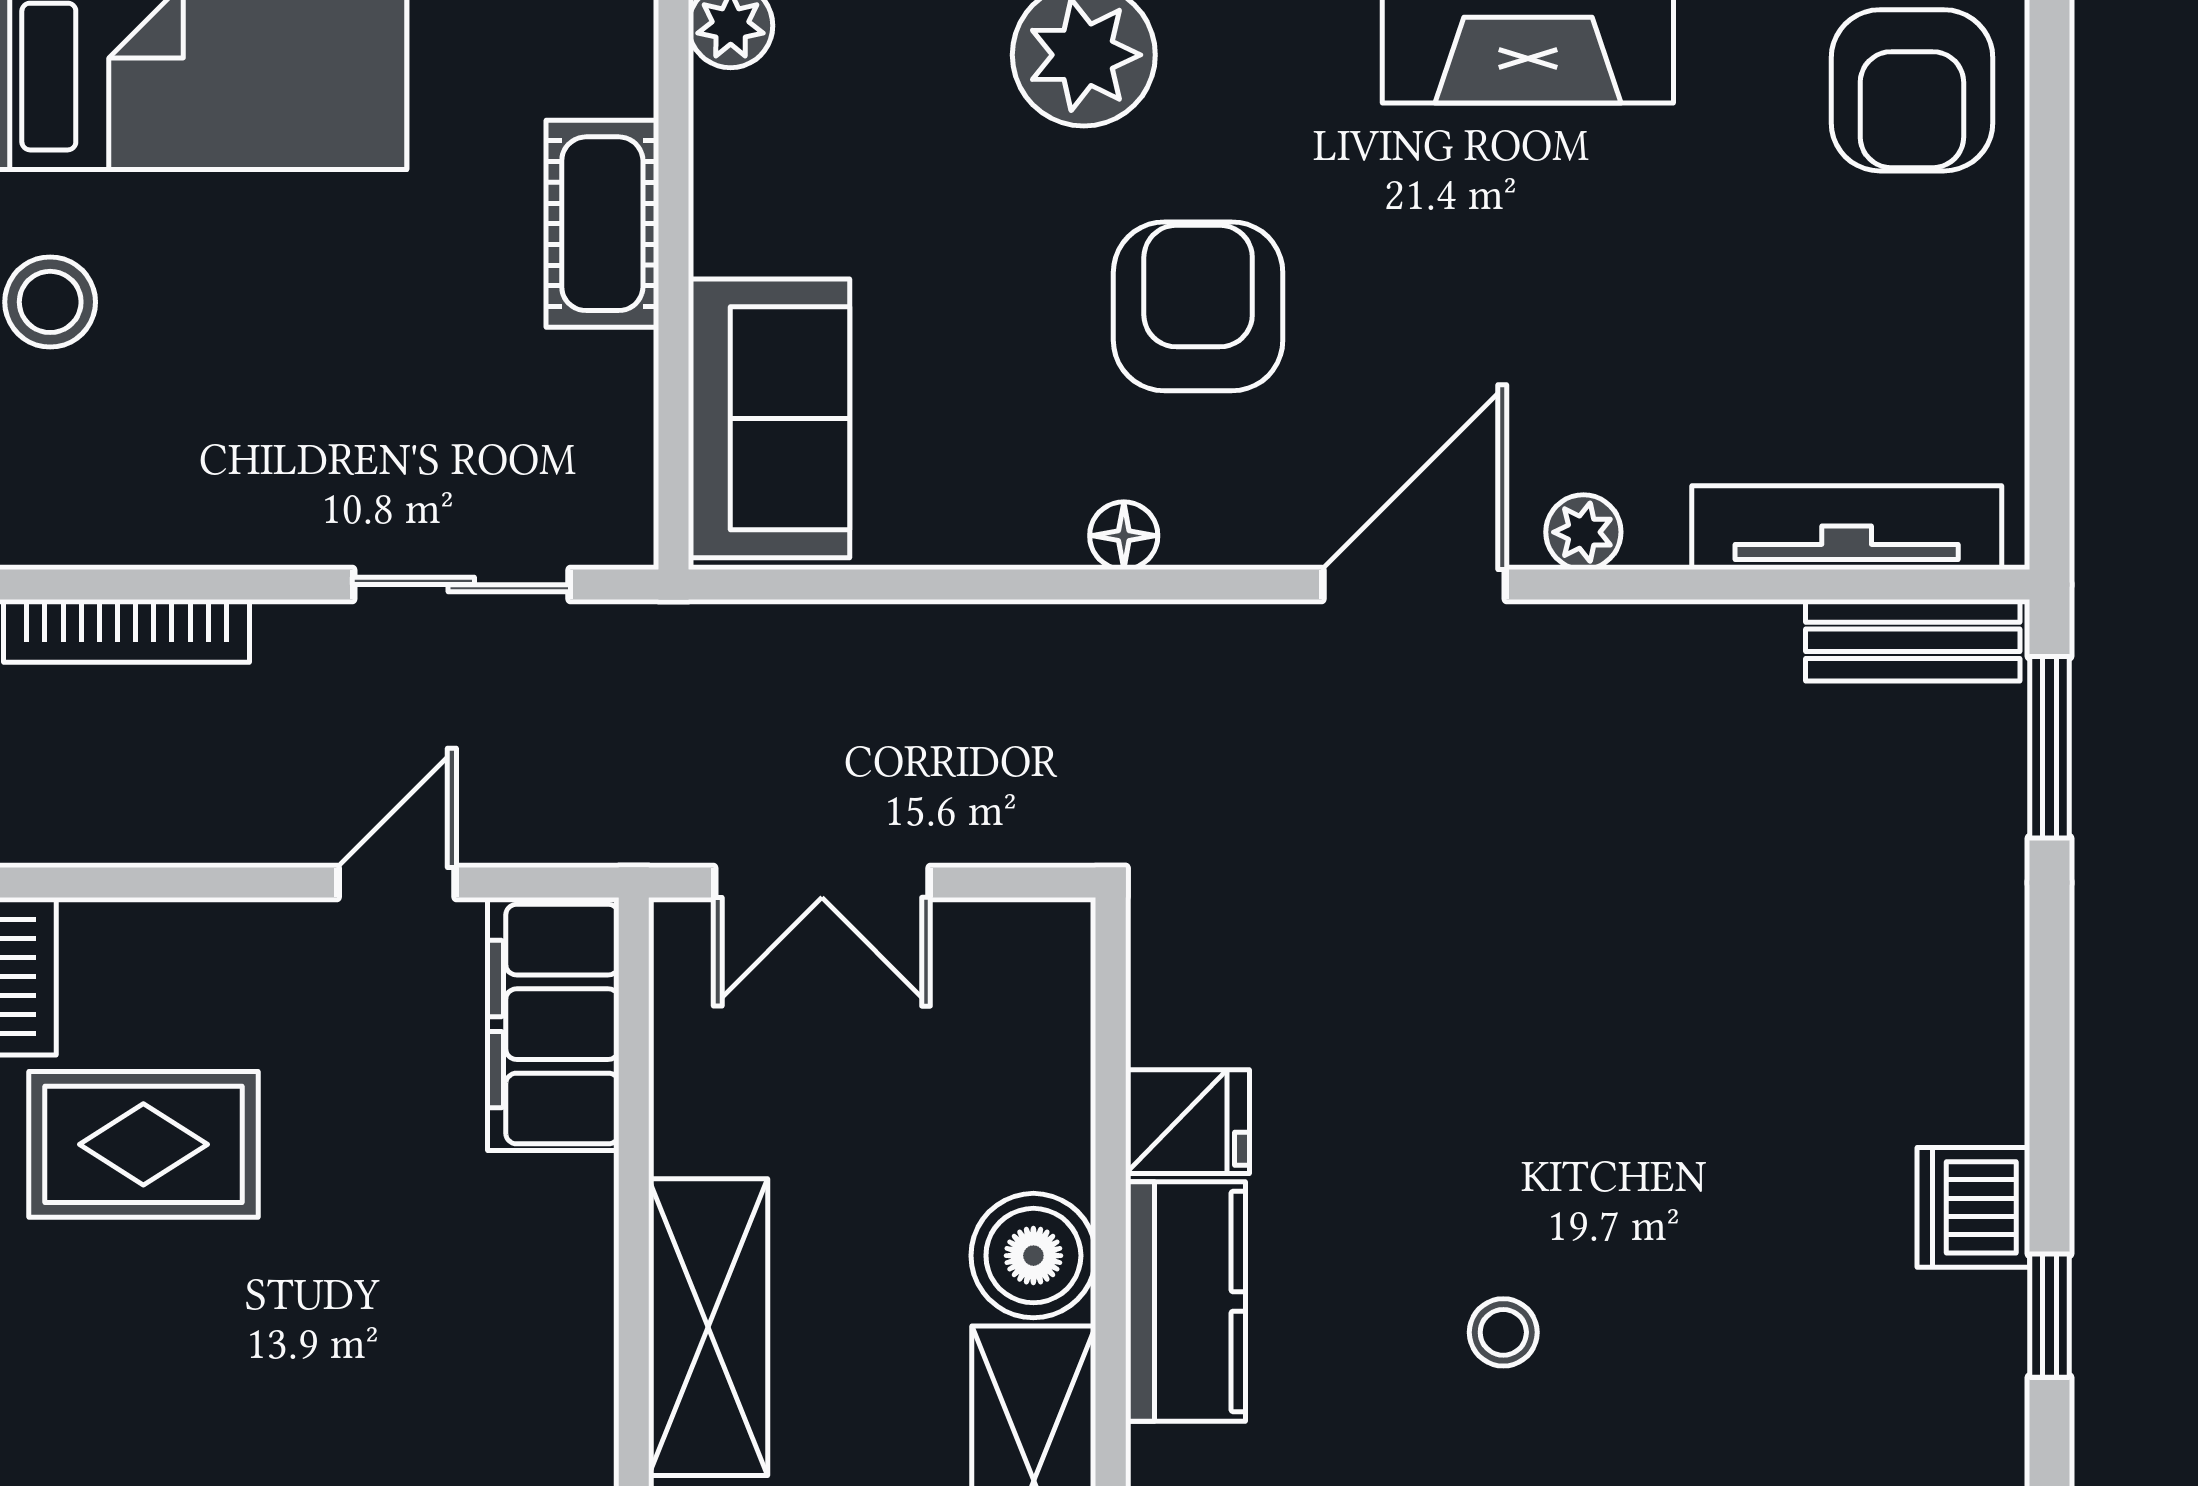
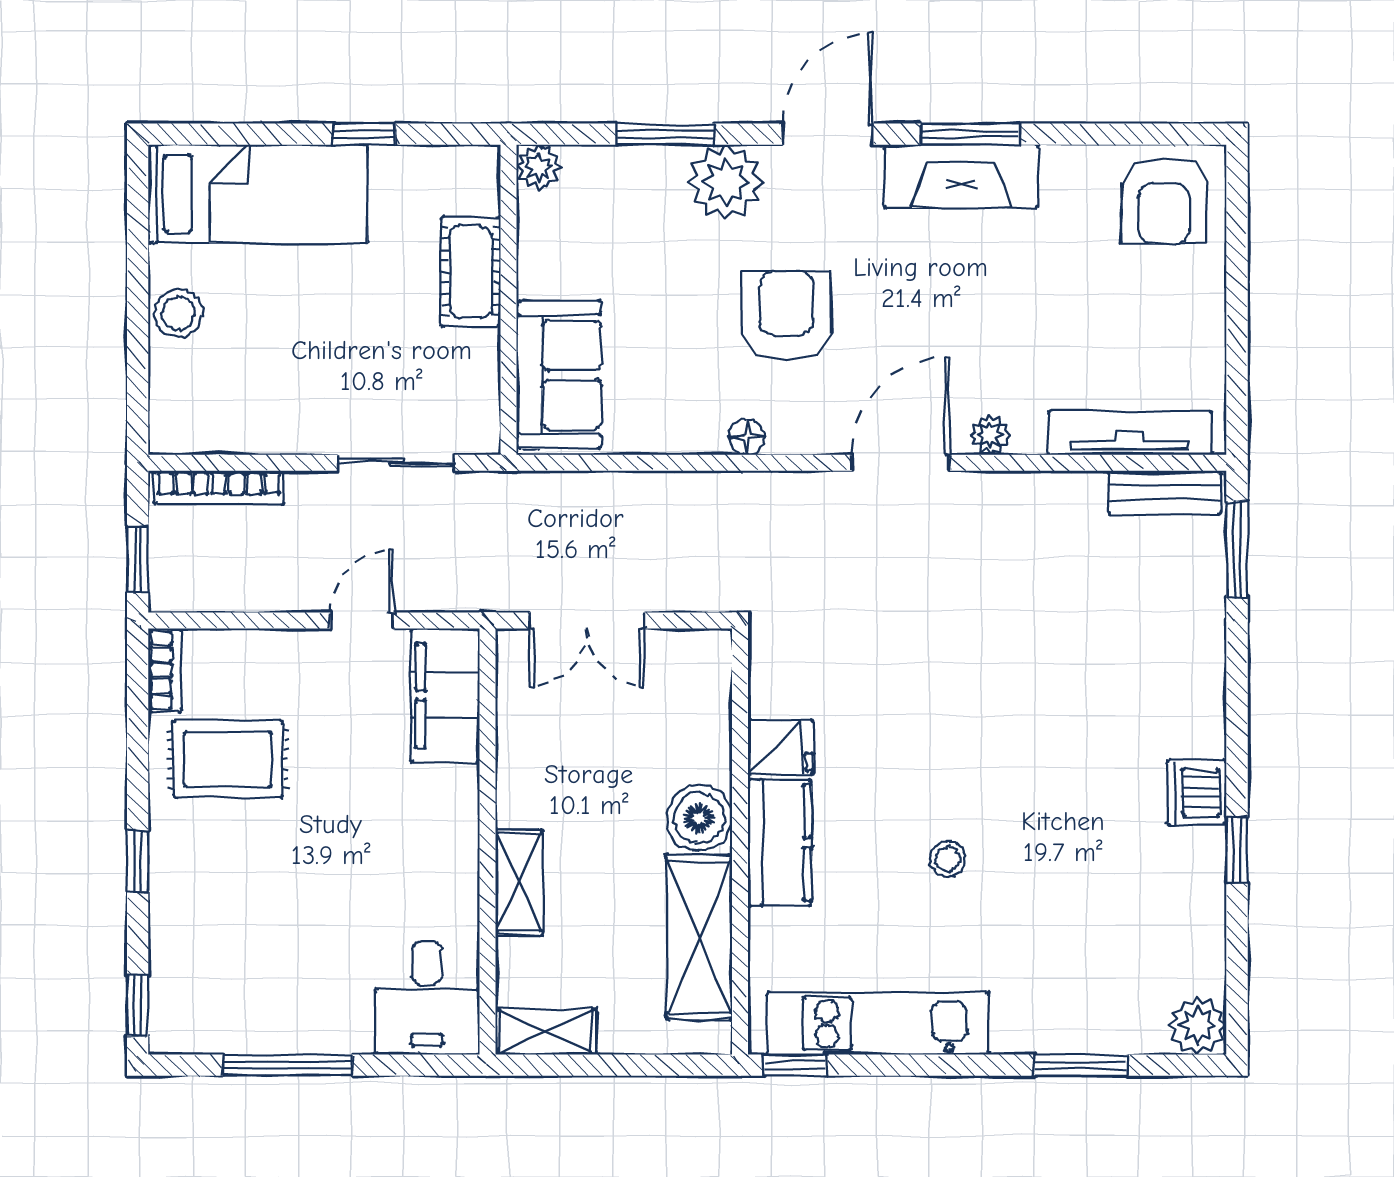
shelving: (708, 1327) -> (519, 882), width x0.67, depth x0.75

